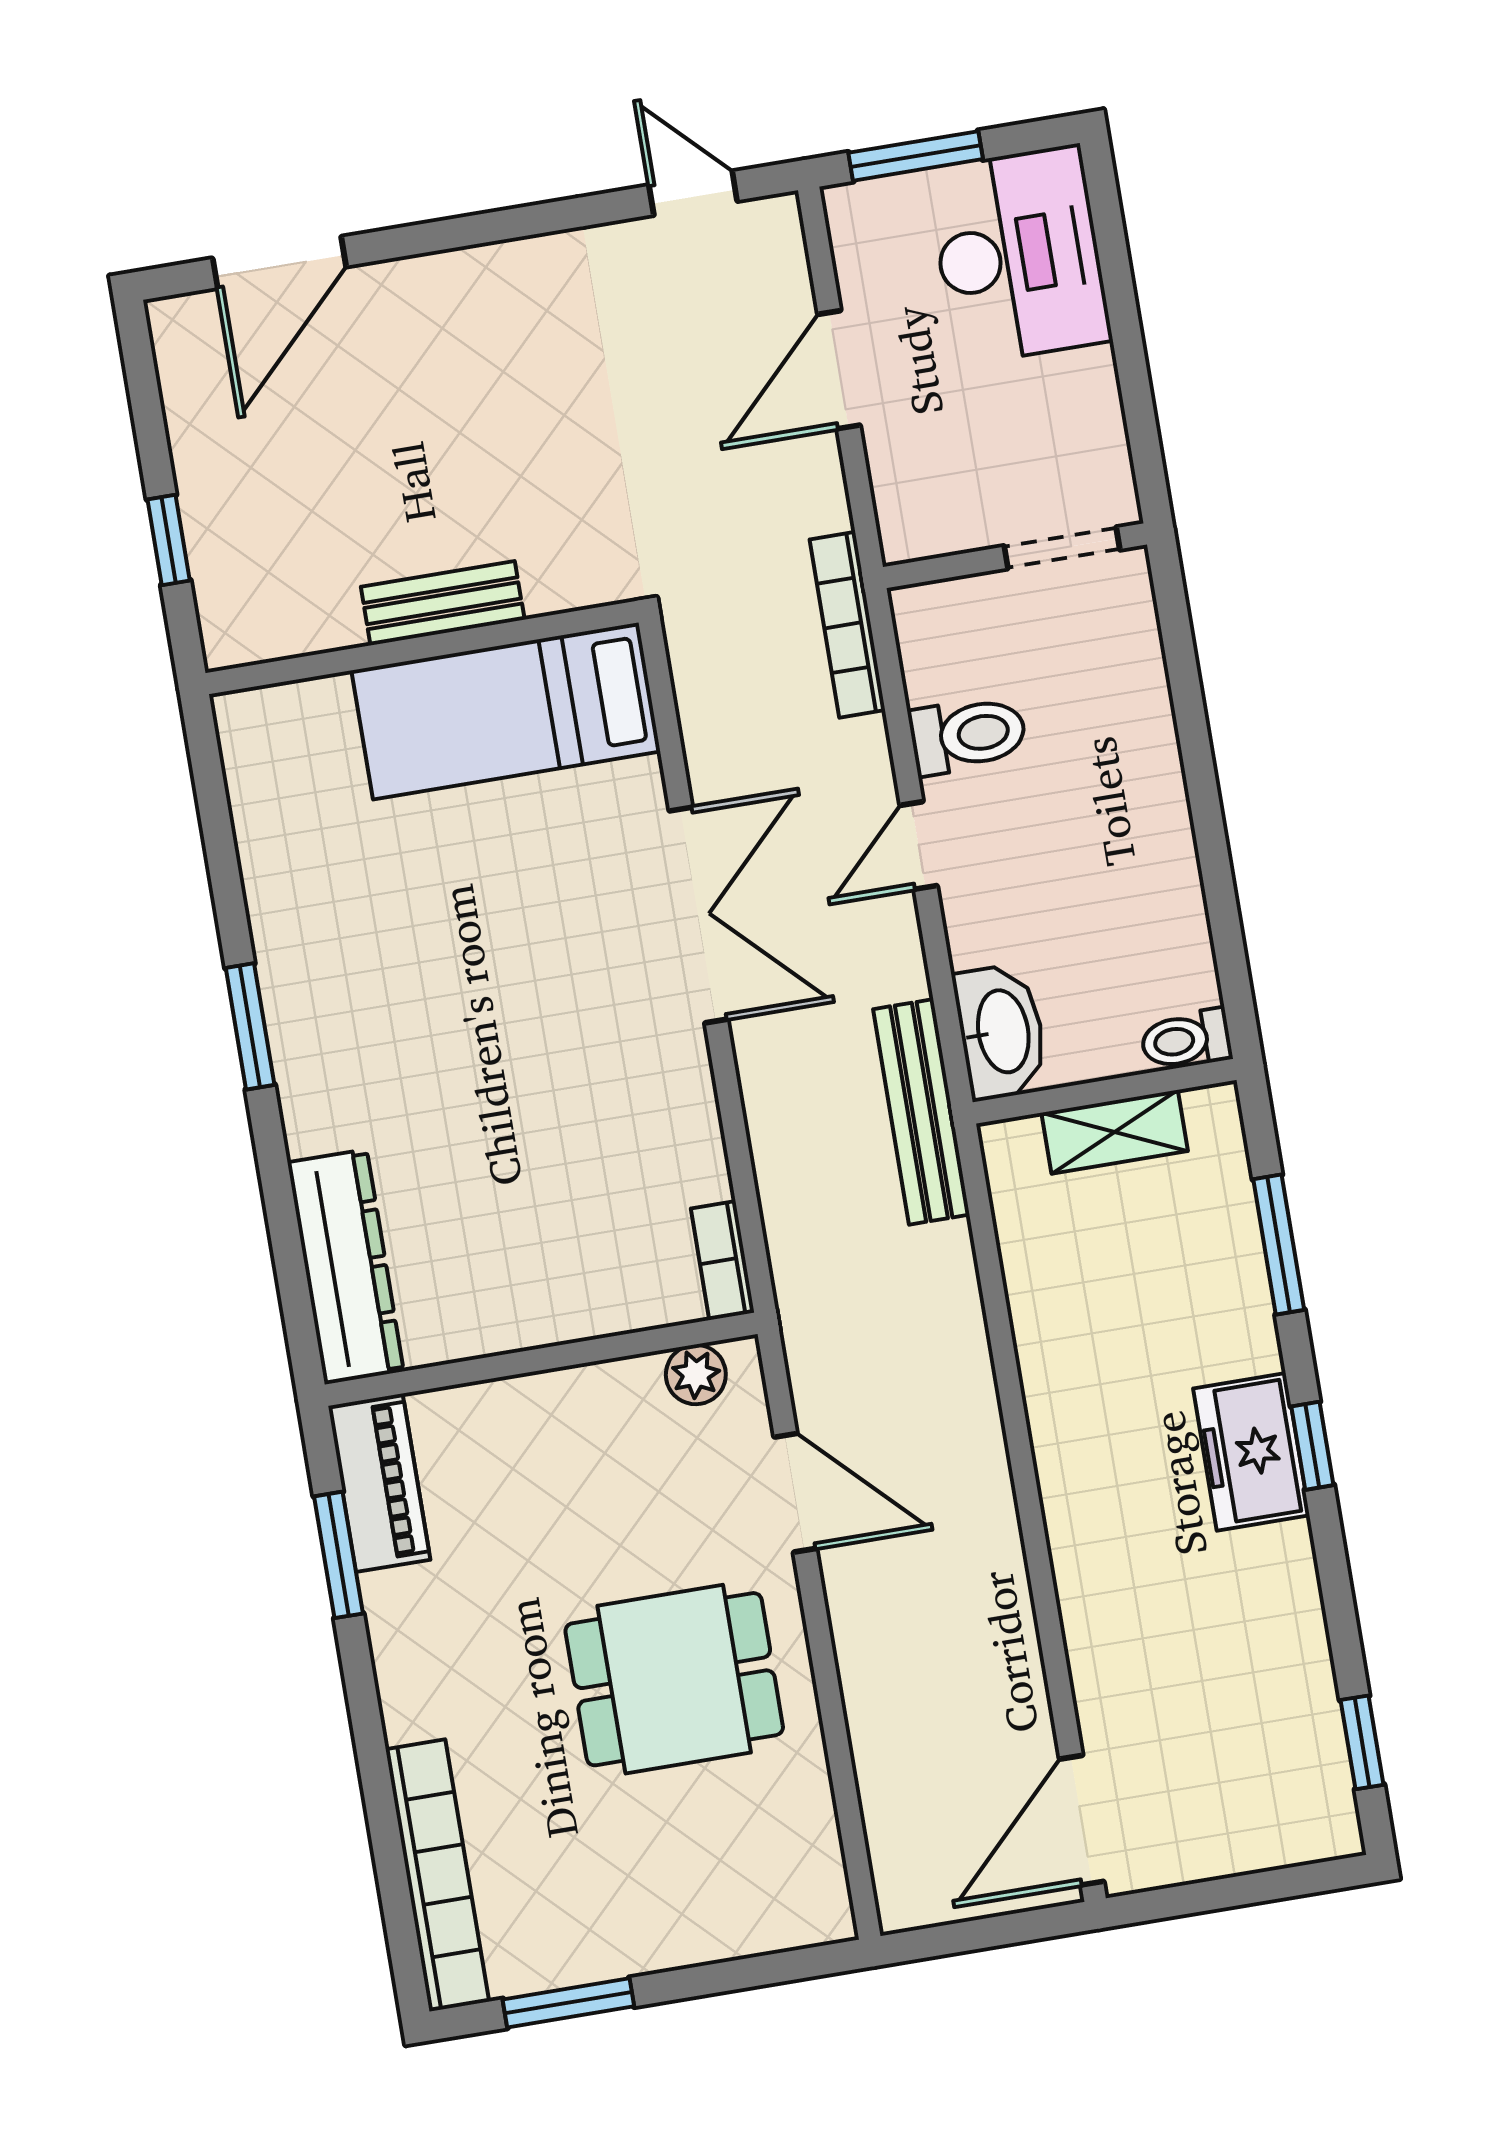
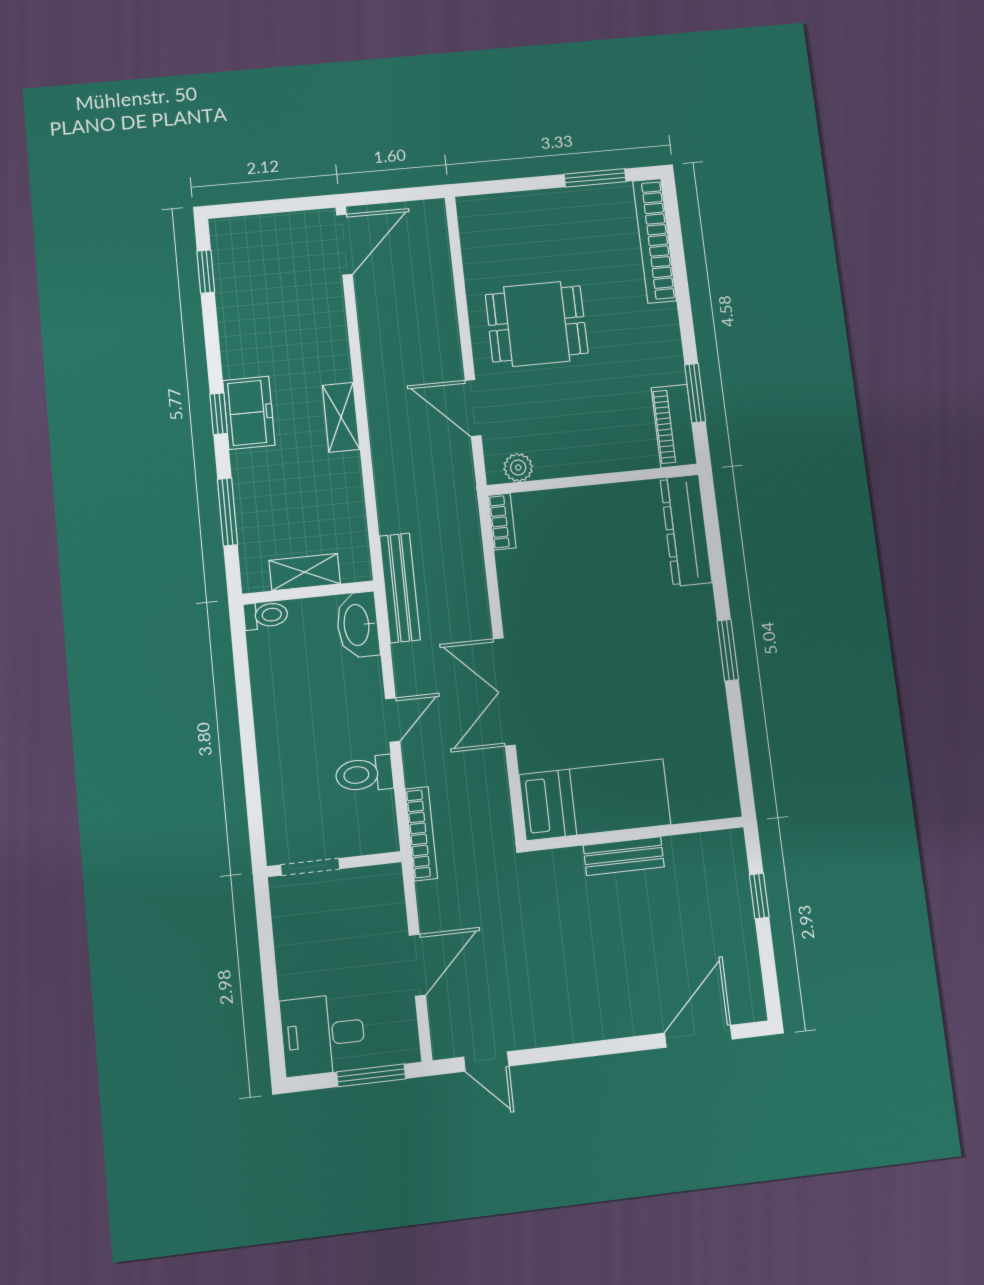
desk: (1019, 255) -> (323, 1035), width x0.73
shelving: (1064, 1455) -> (341, 417), added

